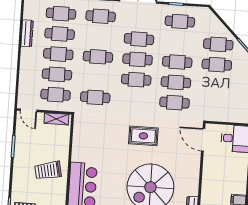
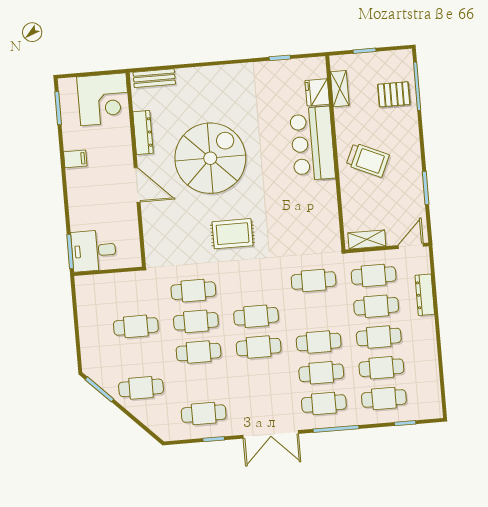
dresser: (27, 33) -> (425, 295), moved
cafe table: (139, 39) -> (321, 373), moved
cafe table: (217, 65) -> (136, 326), moved
door: (28, 110) -> (411, 246), hinge flipped
door: (203, 140) -> (137, 185), moved
trolley: (48, 170) -> (368, 160), turned 36

